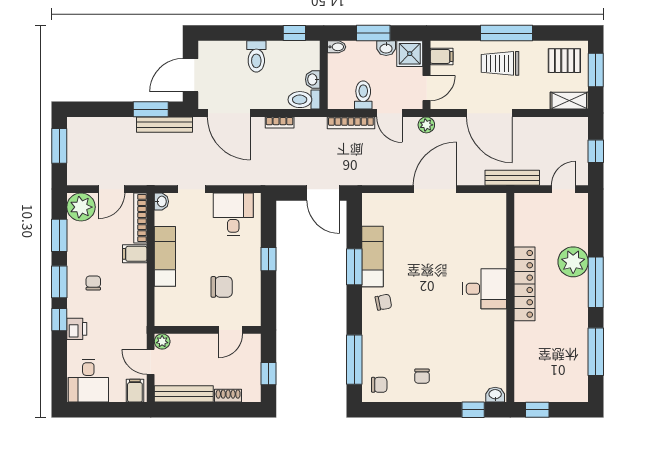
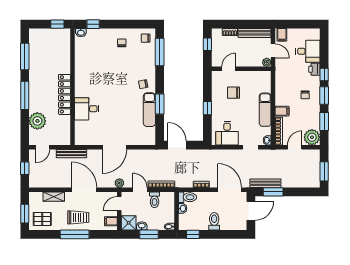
shelving: (569, 101) -> (54, 197), moved
plant: (573, 262) -> (37, 121), moved
desk: (485, 289) -> (87, 109), moved
desk: (88, 381) -> (308, 51), moved, turned 90

